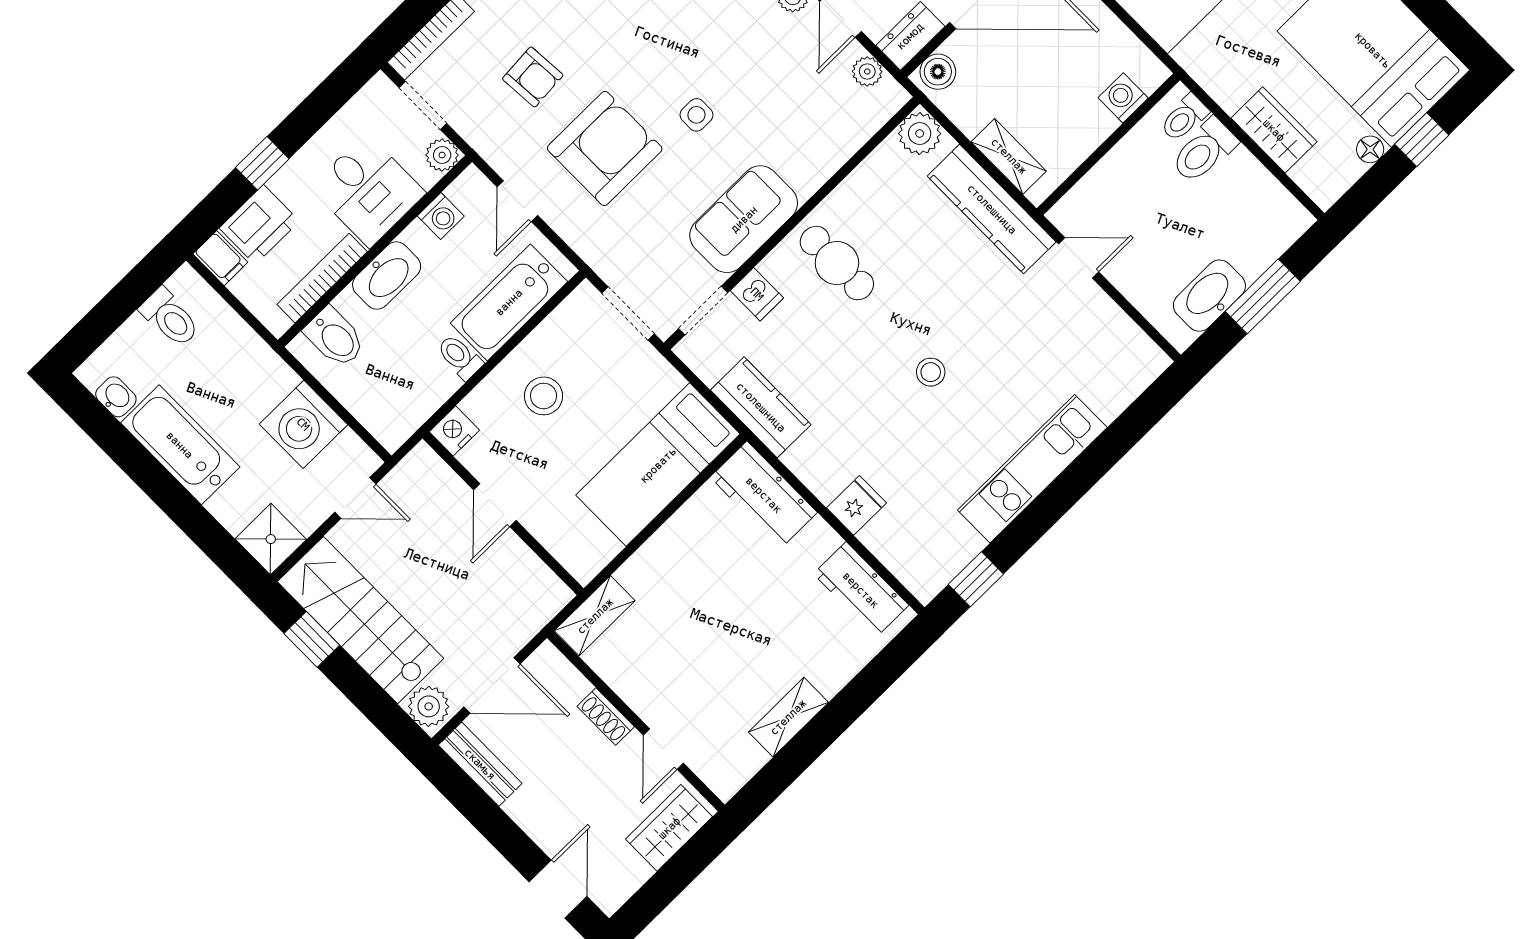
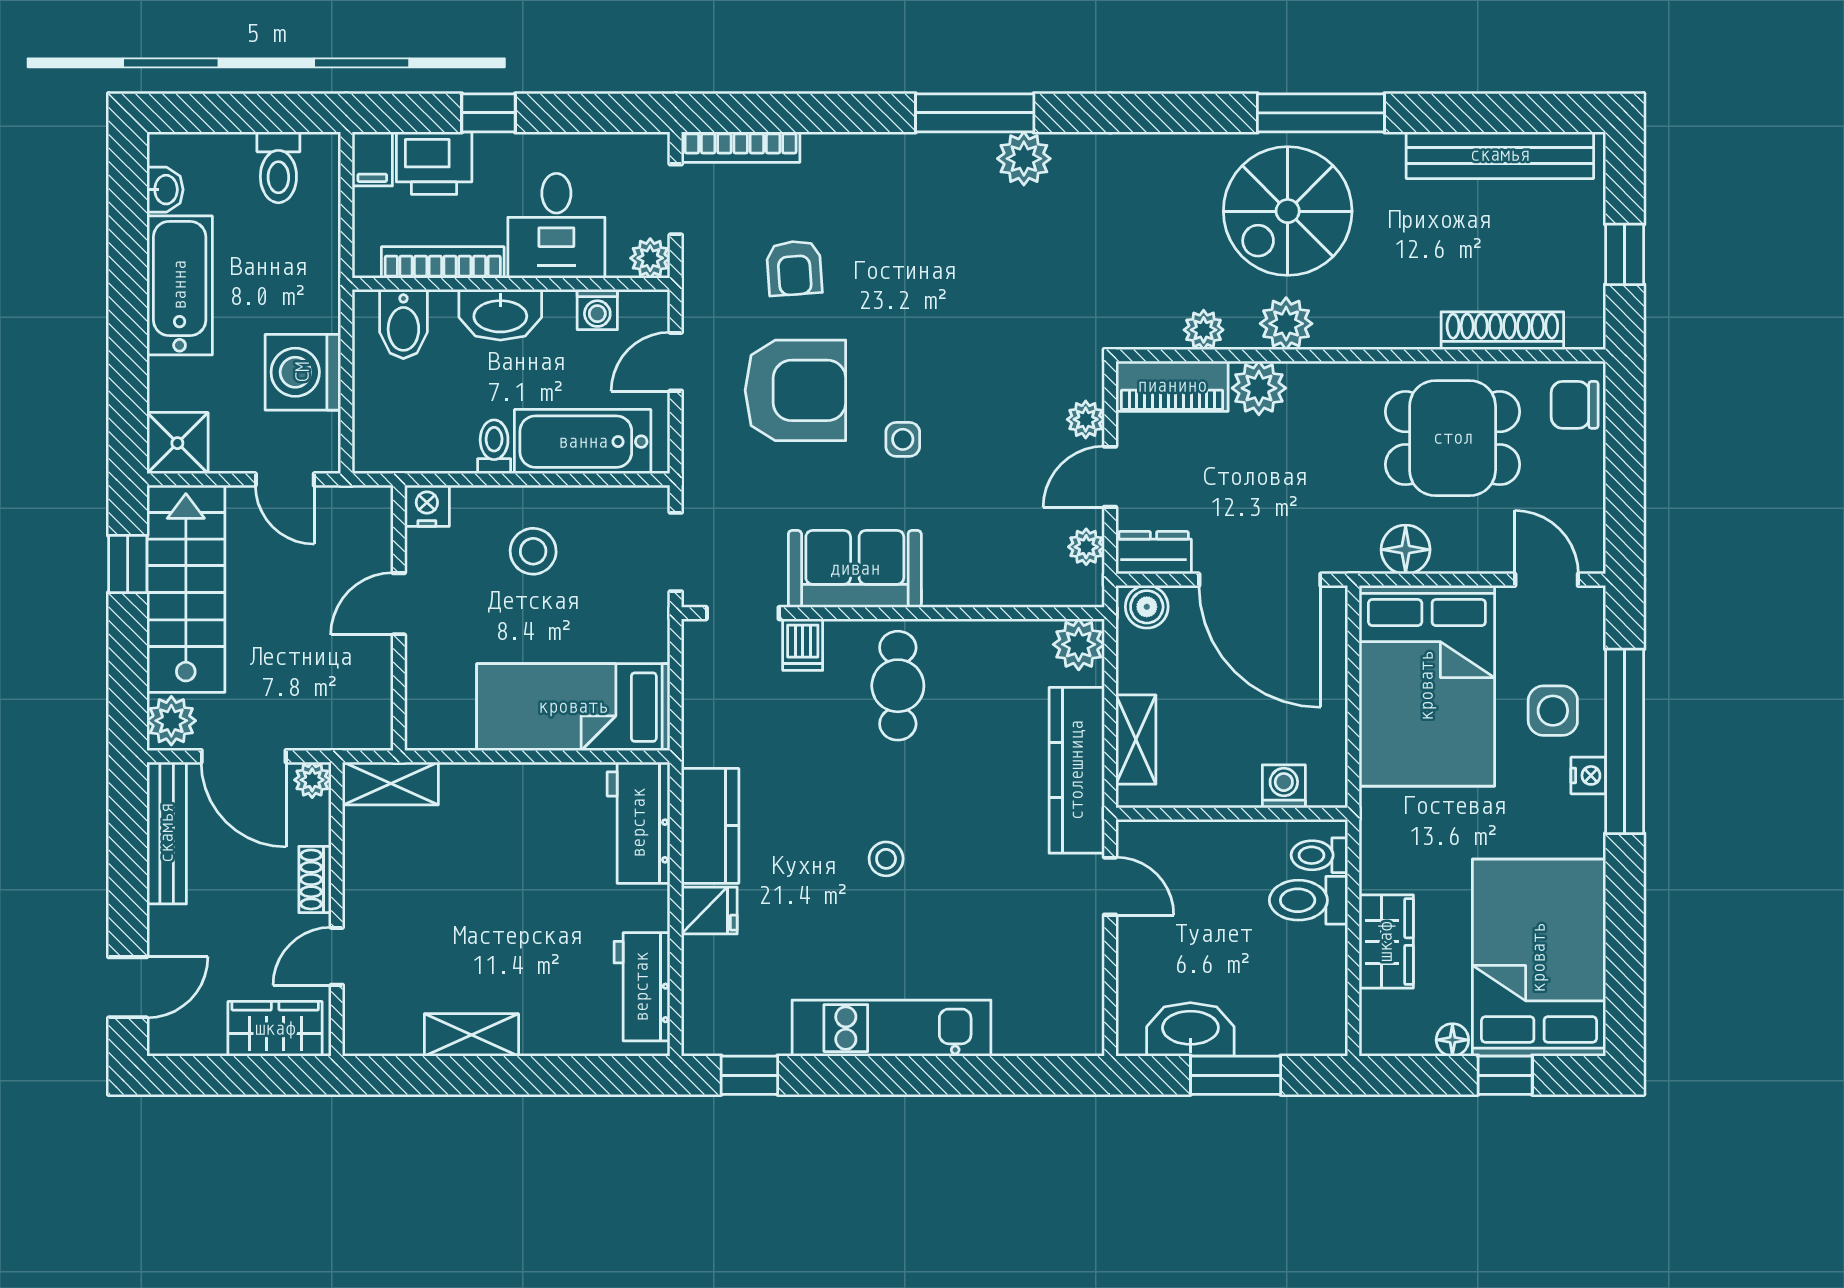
kitchen counter: (761, 407) -> (710, 826), moved
plant: (546, 659) -> (312, 780), added
bench: (480, 764) -> (167, 833), width x1.36

